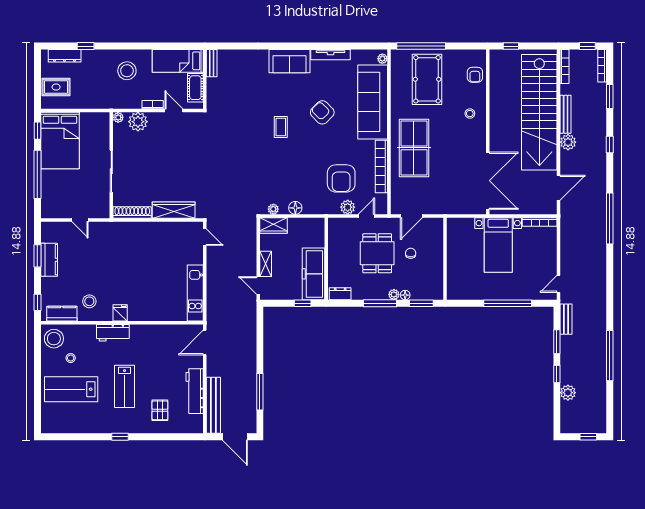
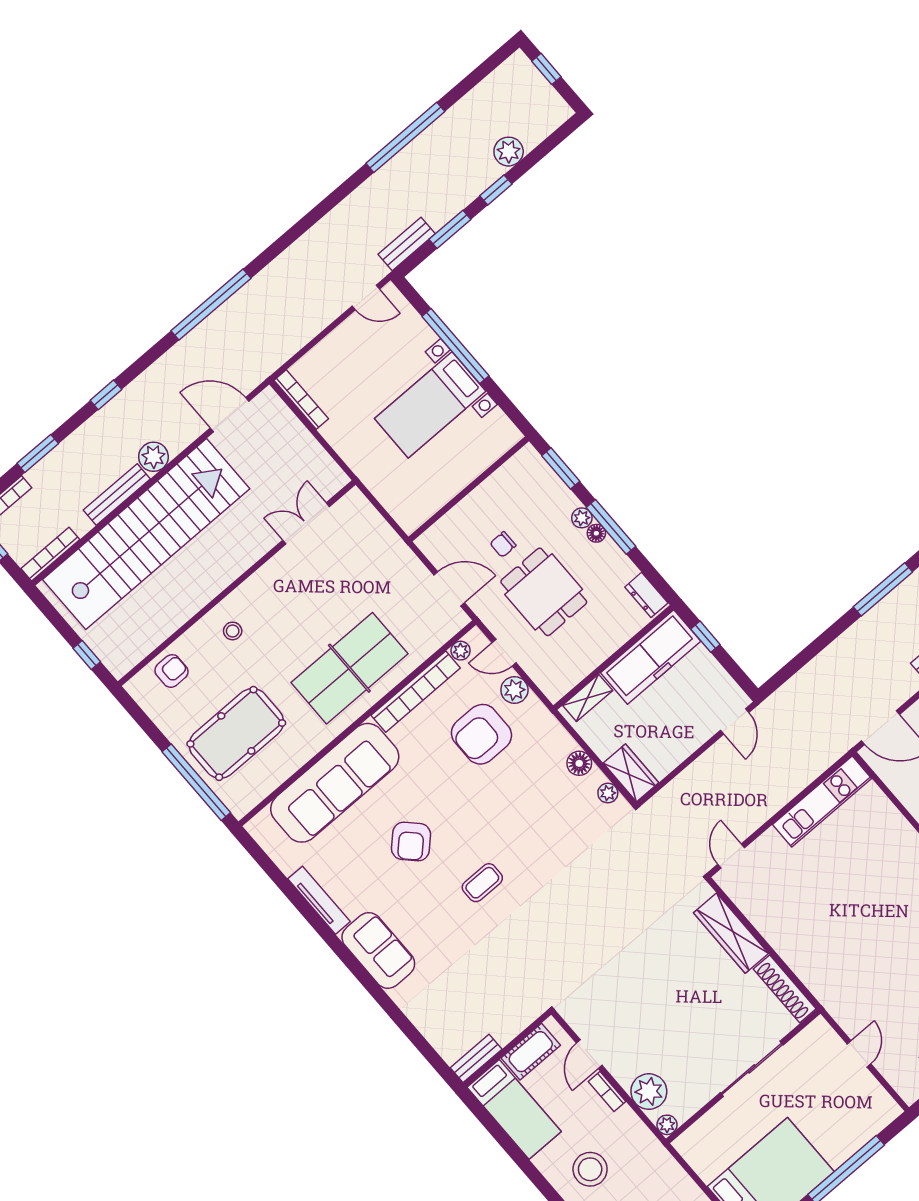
plant: (382, 59) -> (461, 651), moved
armchair: (341, 178) -> (481, 734), turned 180
double door: (488, 181) -> (306, 523), width x0.54
bed with nightstands: (498, 245) -> (430, 405), moved, turned 180
dining table: (377, 253) -> (544, 592), turned 90
shelving: (266, 264) -> (588, 698), moved
floor lamp: (405, 295) -> (596, 533), moved

